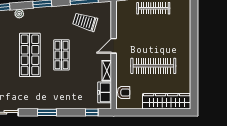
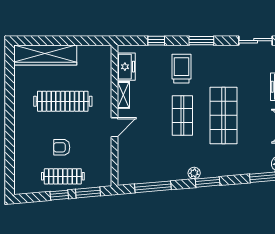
plant: (19, 14) -> (194, 173), moved
trolley: (85, 22) -> (181, 69), moved, turned -107
armchair: (124, 92) -> (62, 147), moved
window: (92, 112) -> (156, 41), moved

